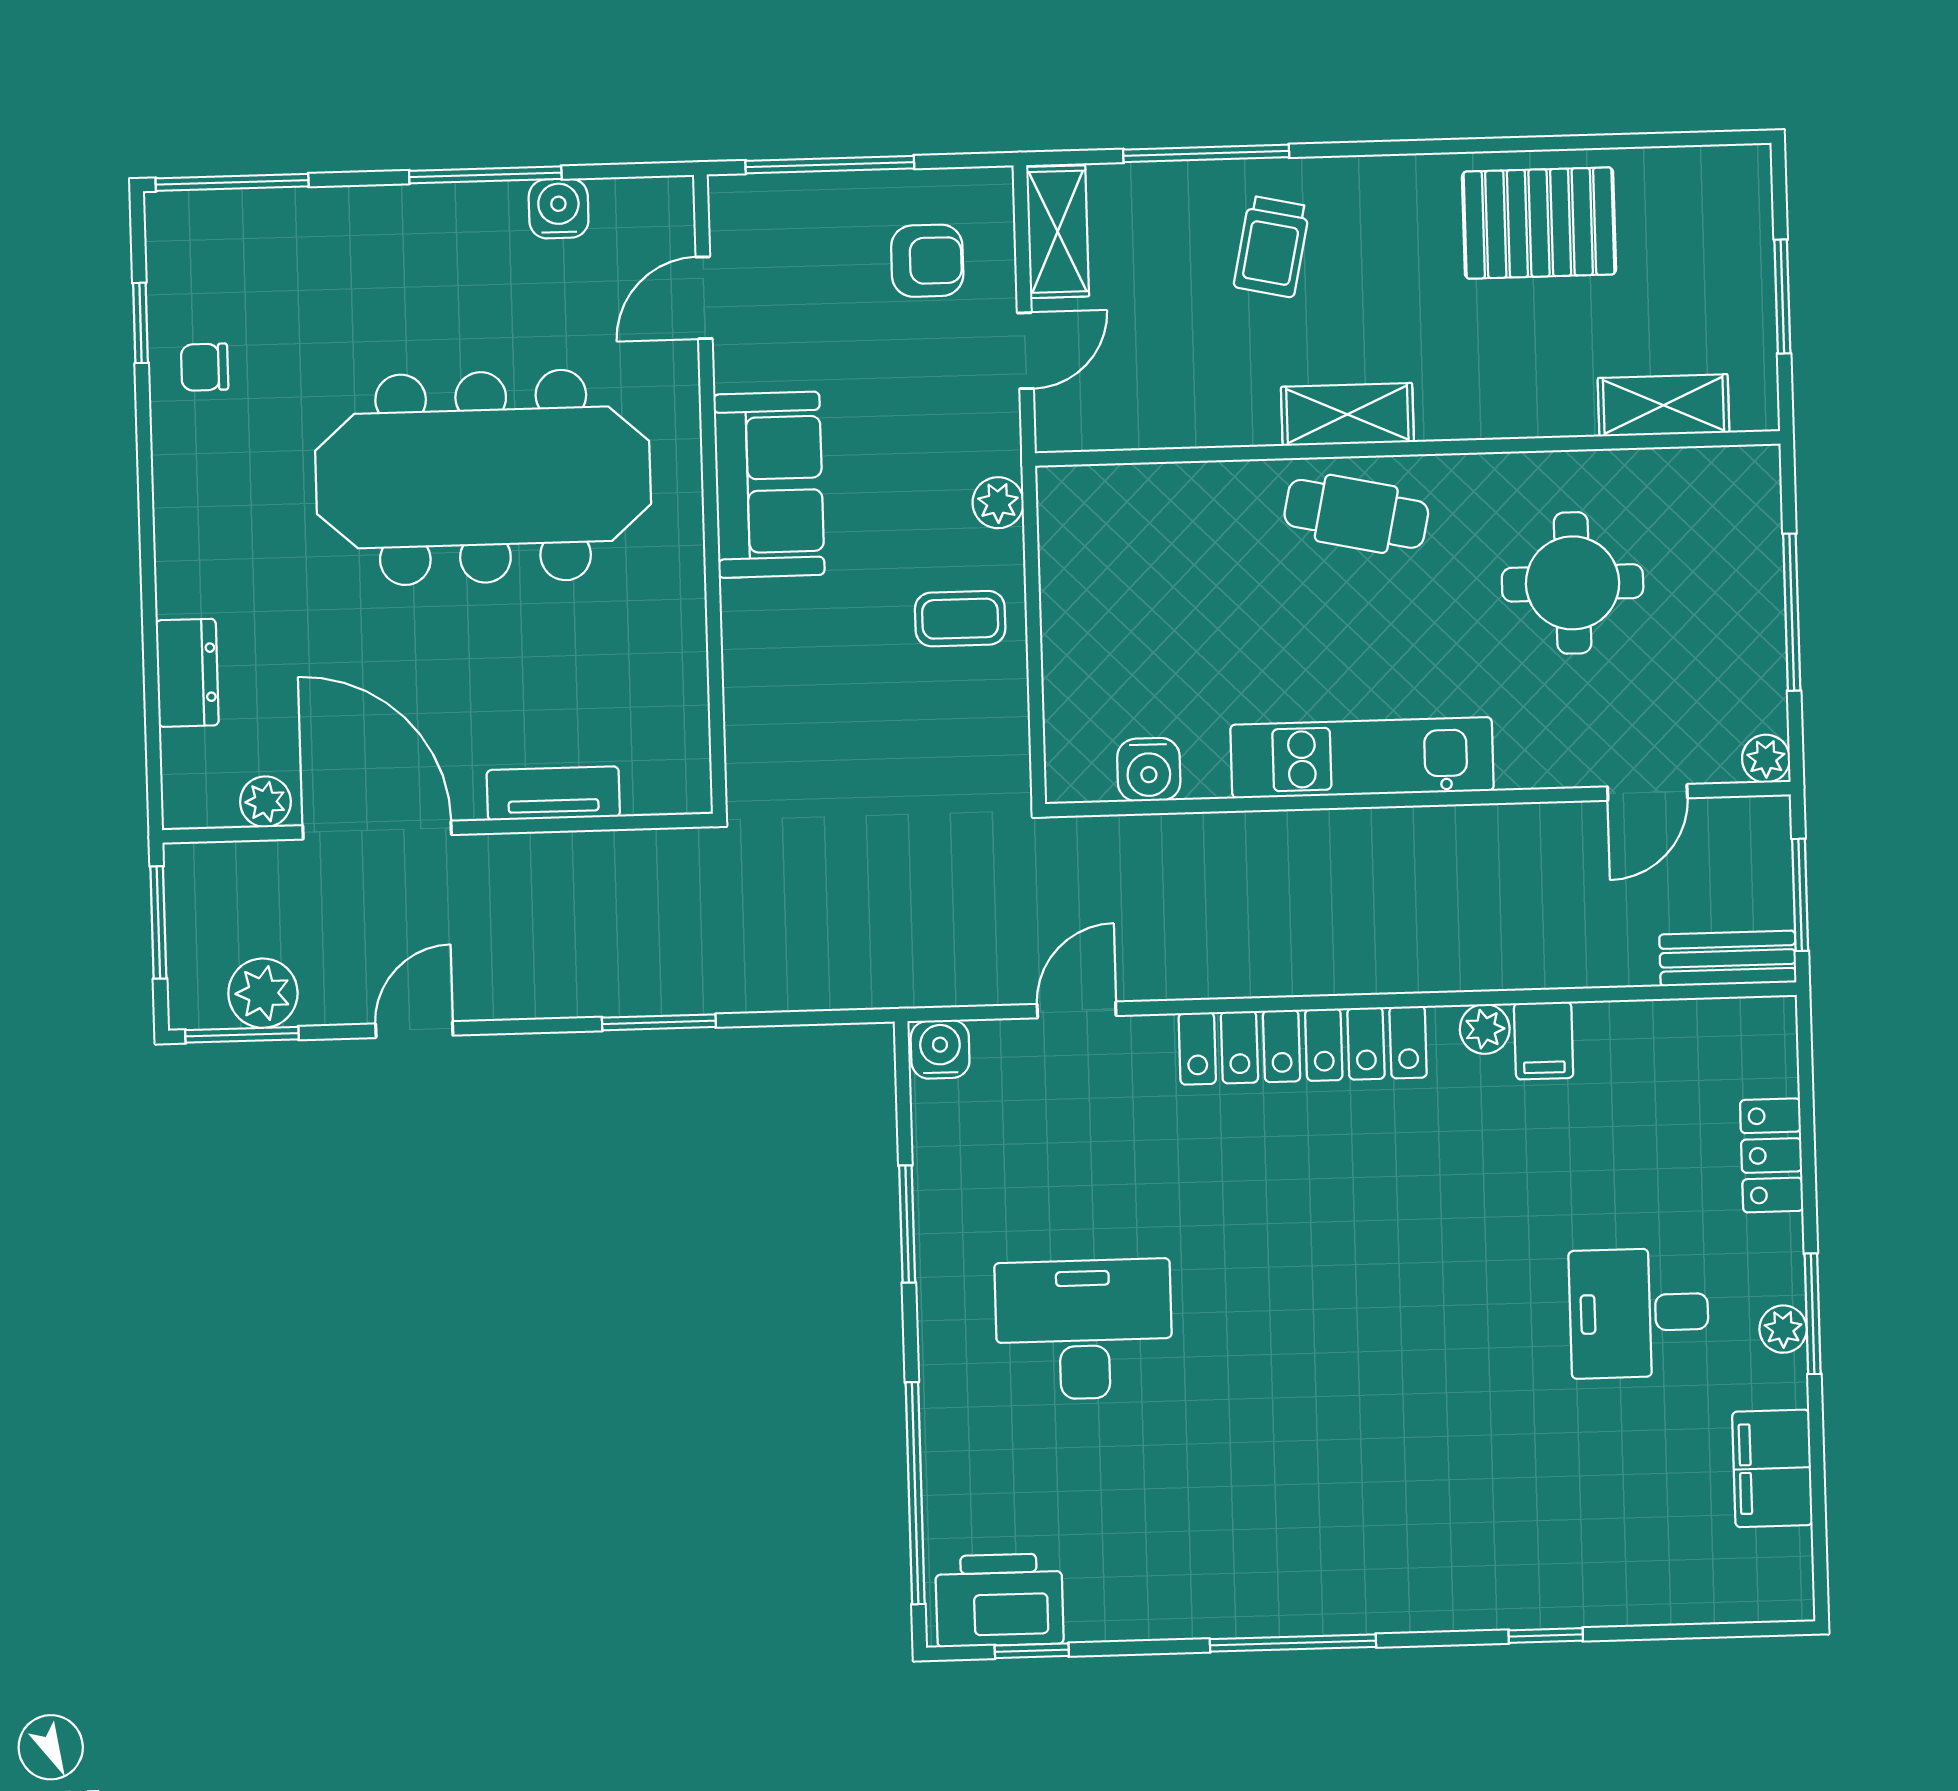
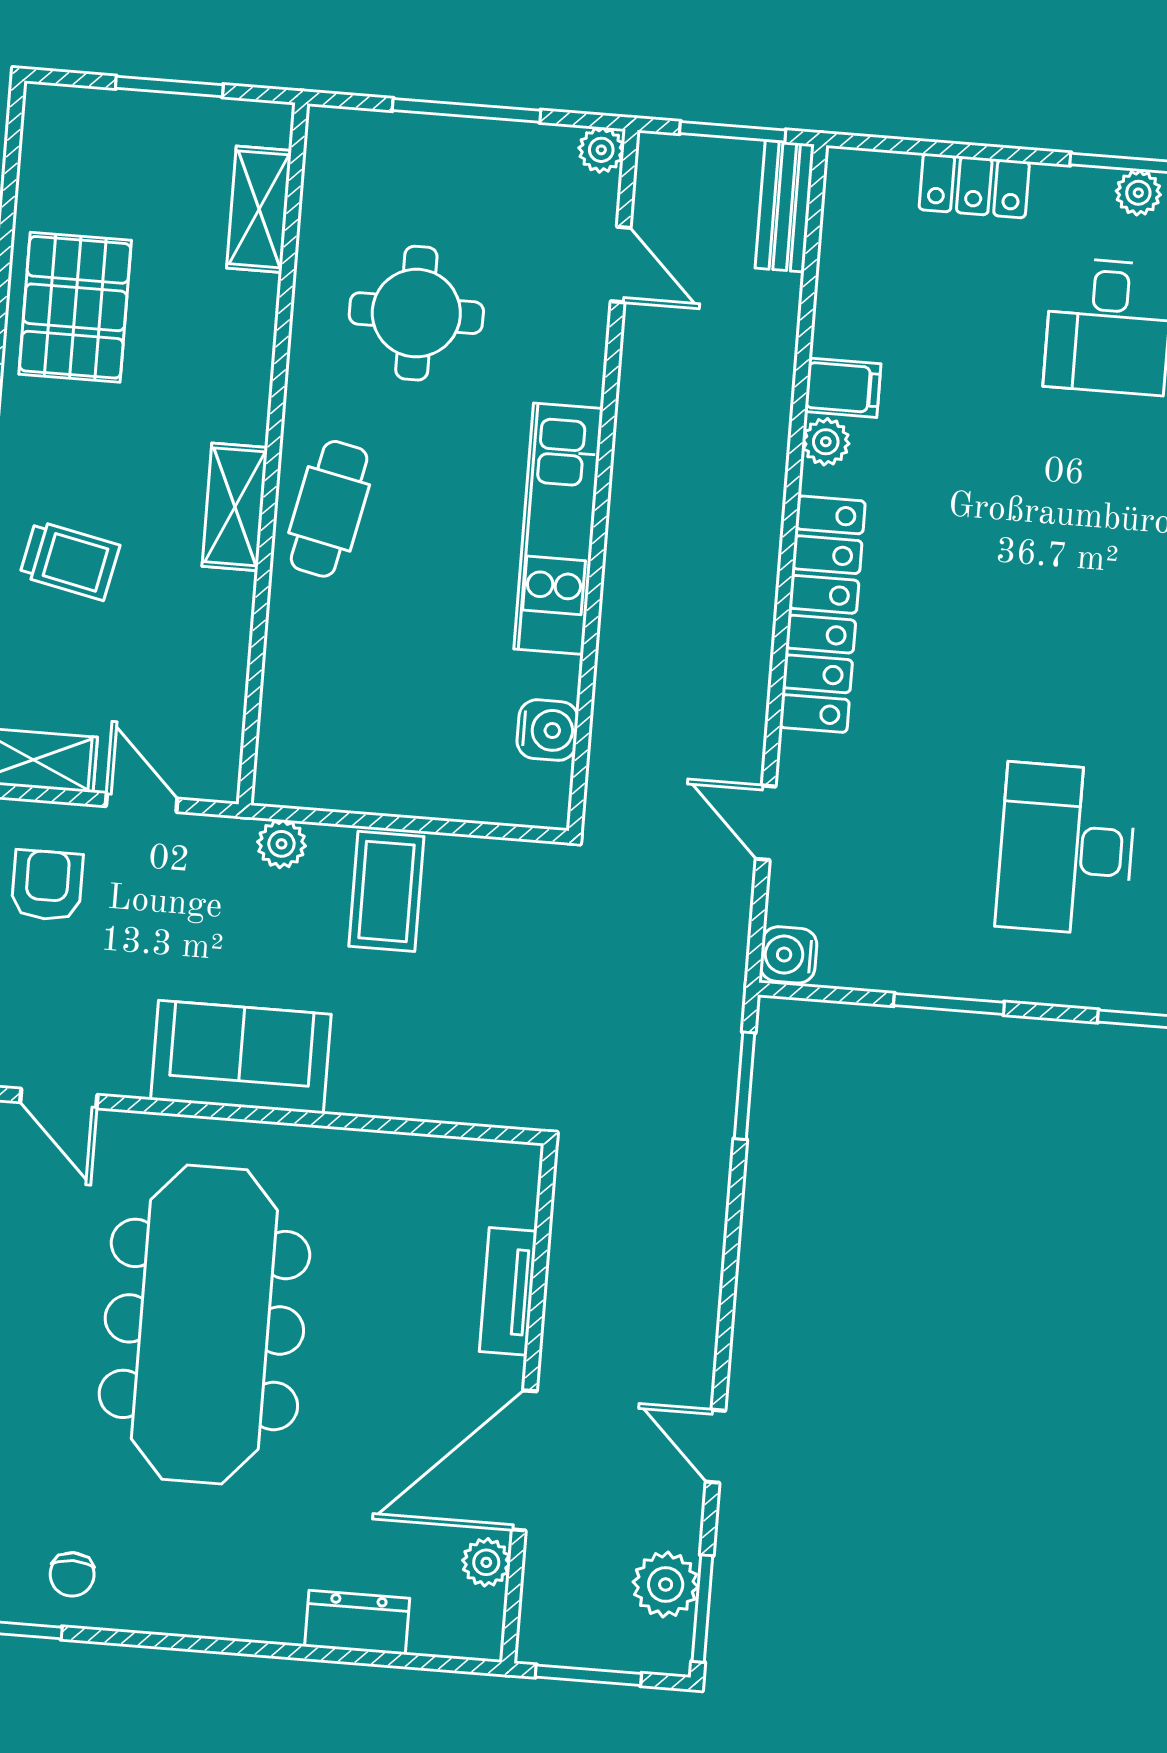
coffee table: (960, 619) -> (386, 891), width x1.36, depth x1.30
window: (659, 1022) -> (744, 1086), moved

